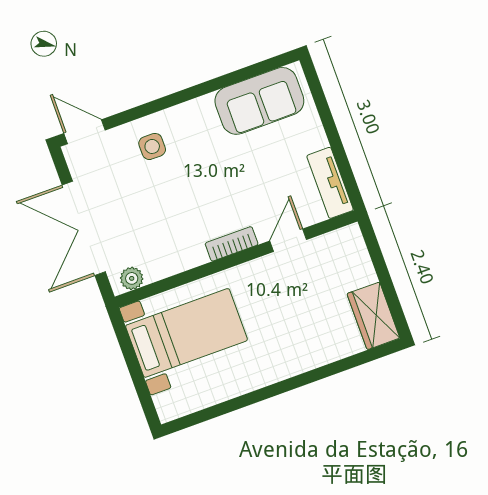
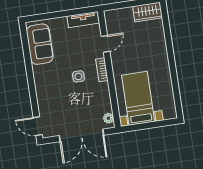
door: (85, 132) -> (38, 126), hinge flipped
side table: (152, 146) -> (78, 76), moved
door: (288, 240) -> (105, 44), swing flipped

